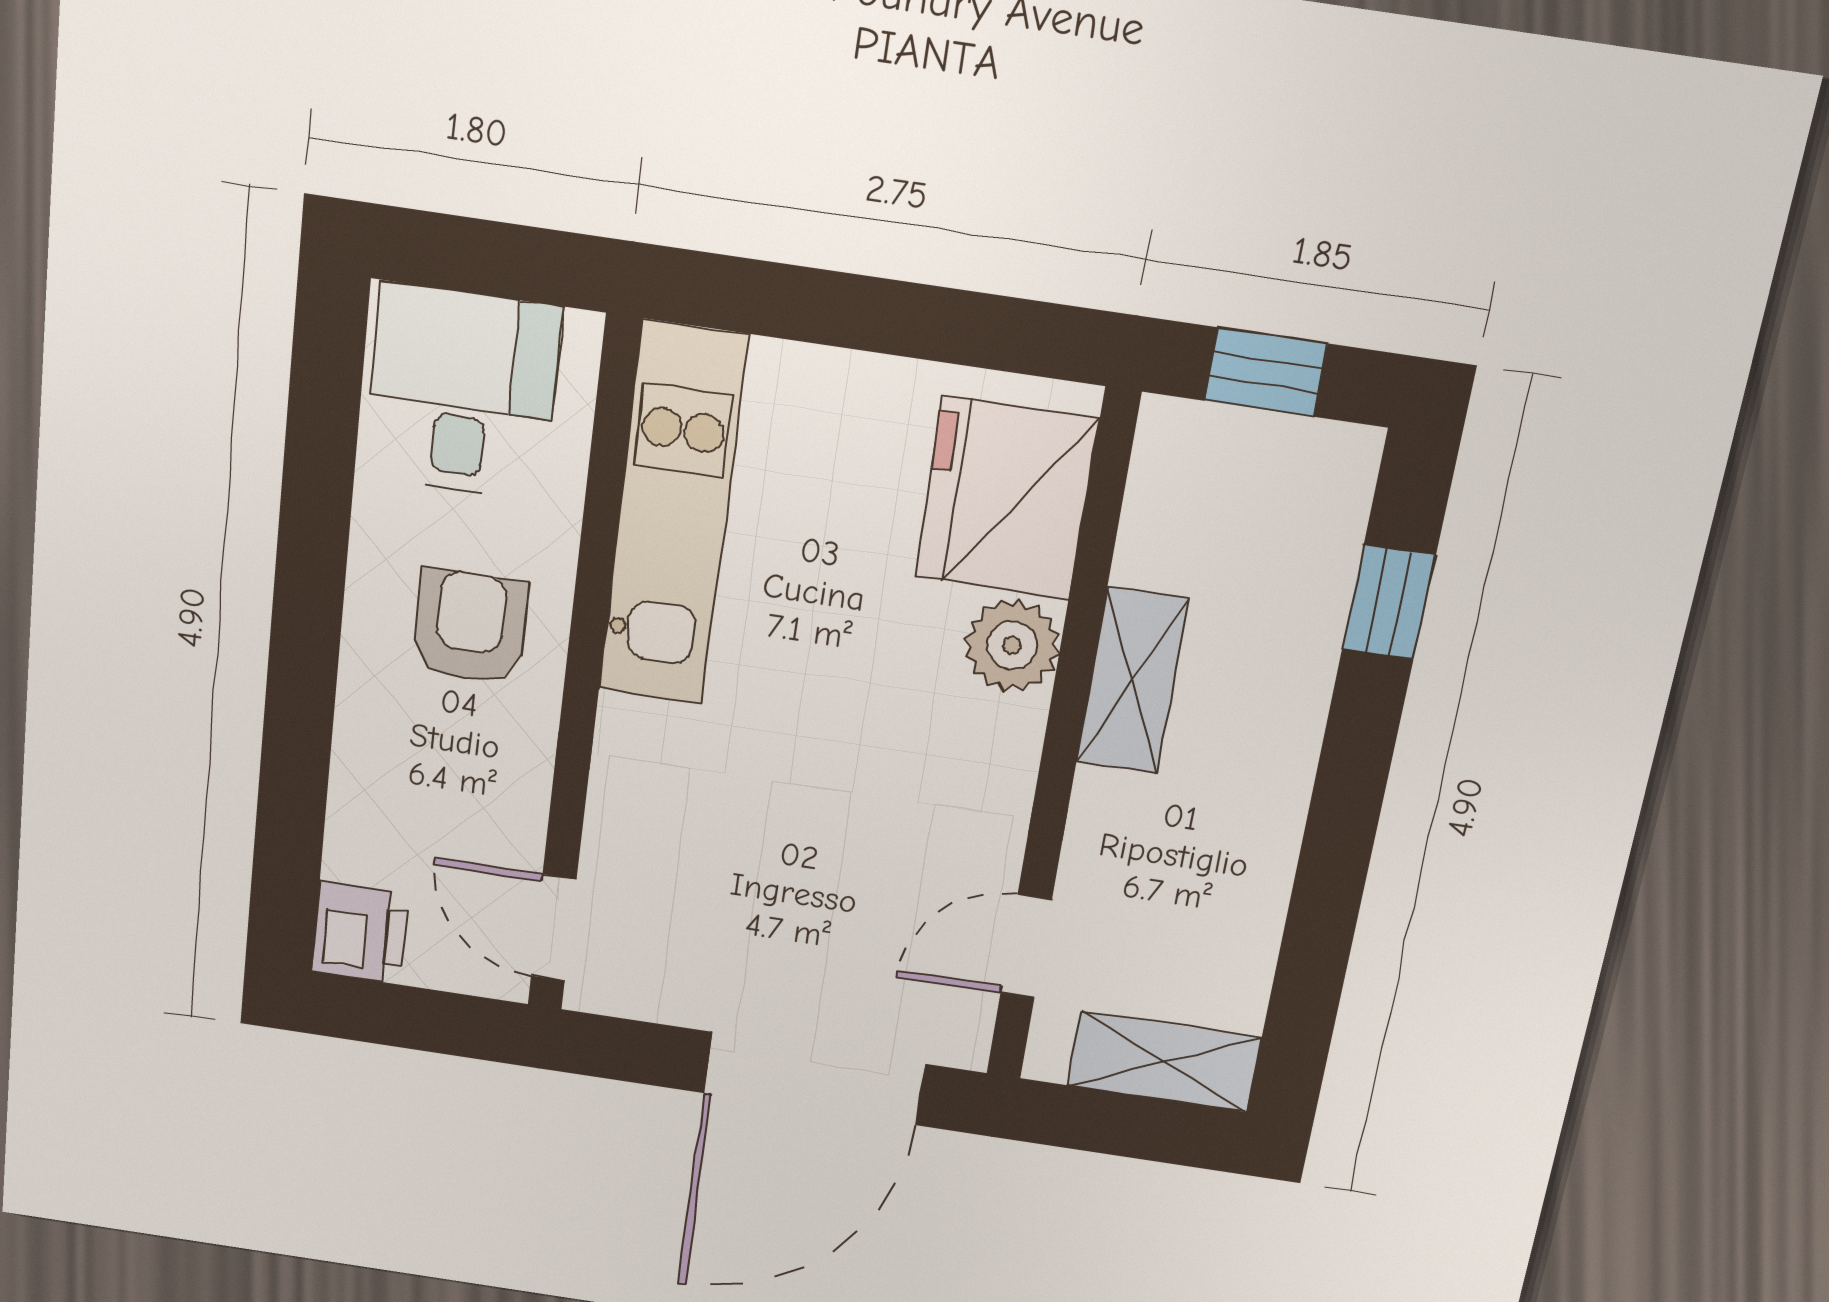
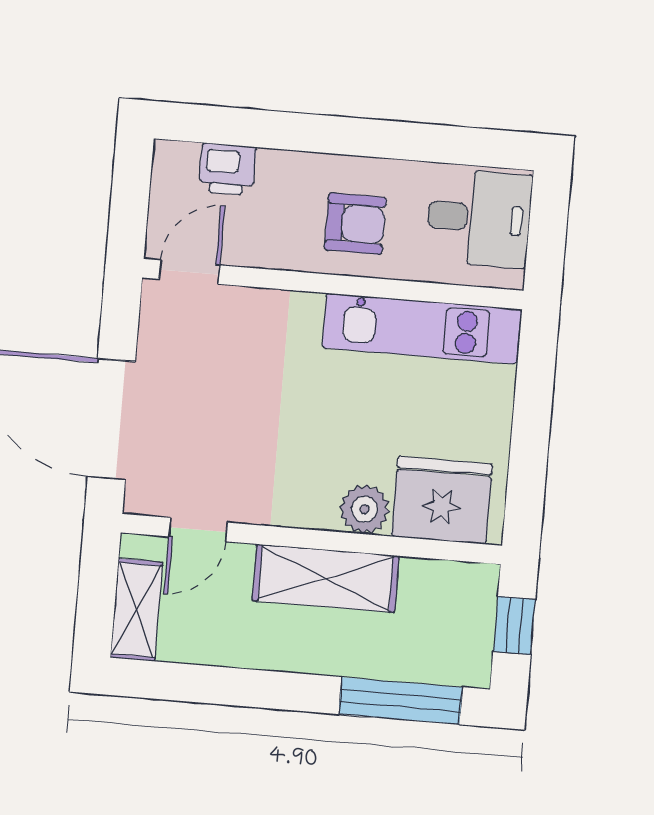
window: (1389, 602) -> (401, 701), width x2.17
shelving: (1132, 681) -> (326, 578), width x1.50, depth x1.33
printer: (360, 933) -> (227, 169), moved
door: (1026, 946) -> (198, 530), swing flipped

